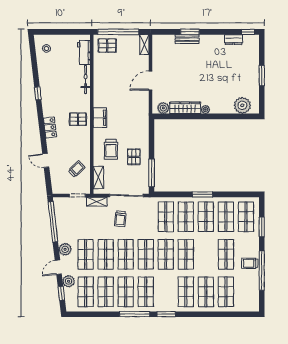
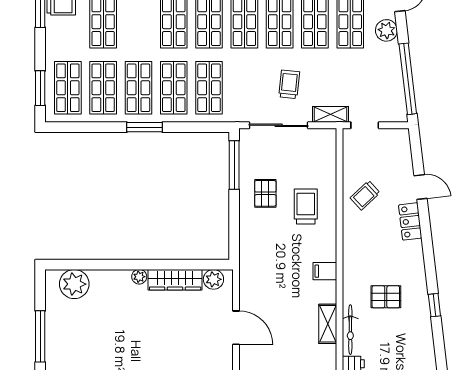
window: (262, 76) -> (40, 336), width x1.44
door: (151, 81) -> (236, 328), hinge flipped
filing cabinet: (100, 118) -> (325, 271), width x0.50
pallet: (78, 119) -> (386, 297), moved
locker: (50, 127) -> (410, 221), moved
trolley: (77, 169) -> (365, 195), moved
shelving: (98, 177) -> (328, 324), moved
window: (262, 227) -> (40, 88), moved

